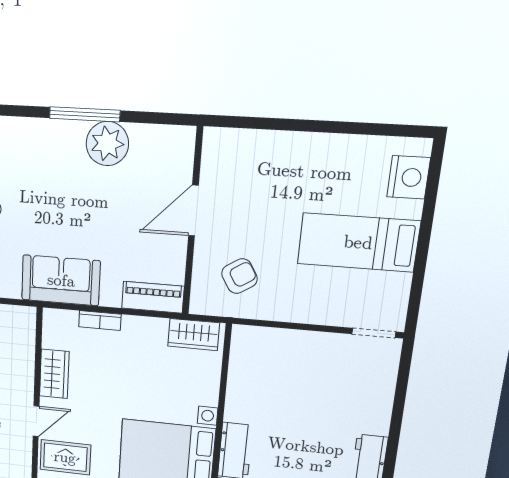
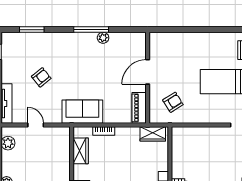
plant: (107, 144) -> (103, 38), width x0.53, depth x0.53
piano: (153, 297) -> (139, 108), moved, turned -90
wardrobe: (54, 374) -> (81, 151), moved

